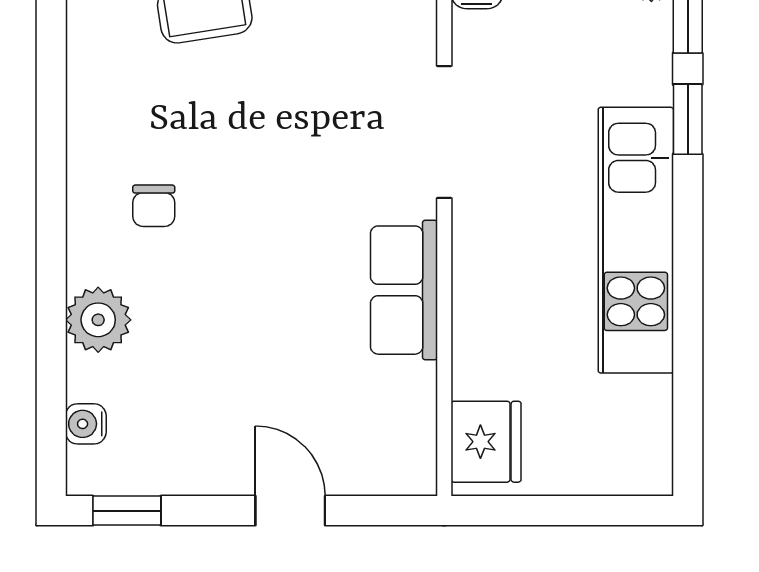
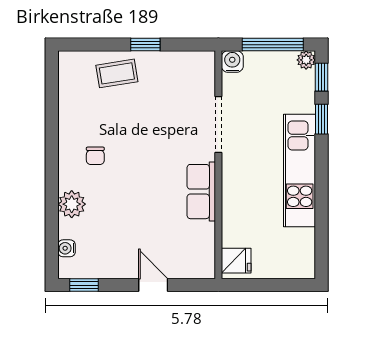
fridge: (486, 442) -> (236, 261), width x0.72

